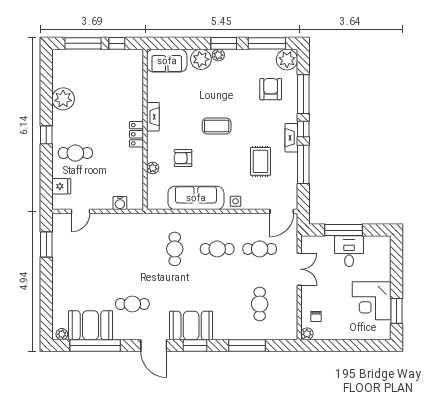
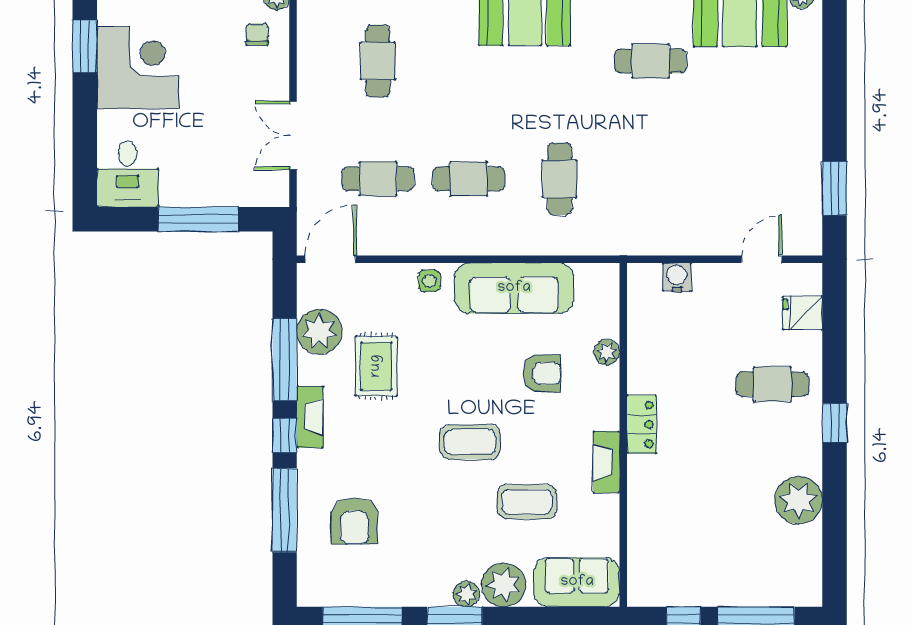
plant: (287, 60) -> (319, 332), moved
coffee table: (190, 98) -> (527, 502), added
desk: (349, 251) -> (128, 174), moved

